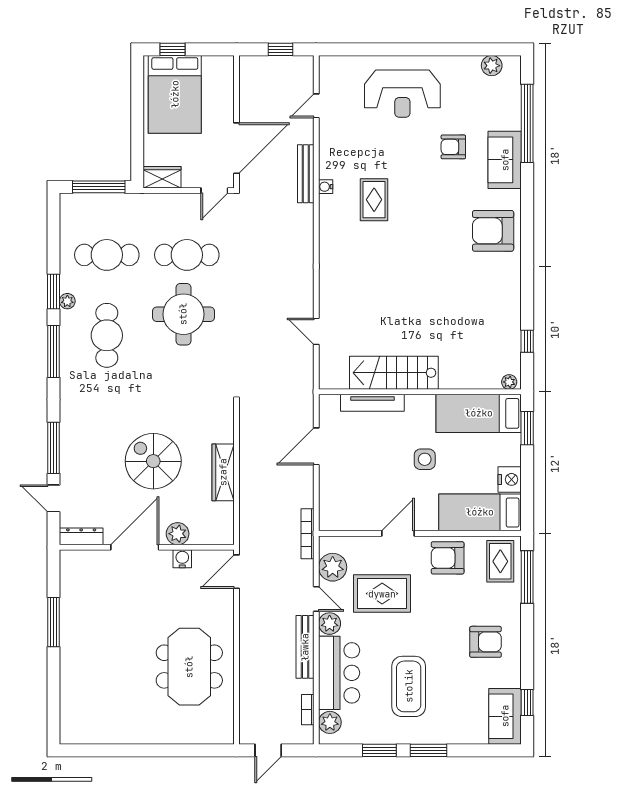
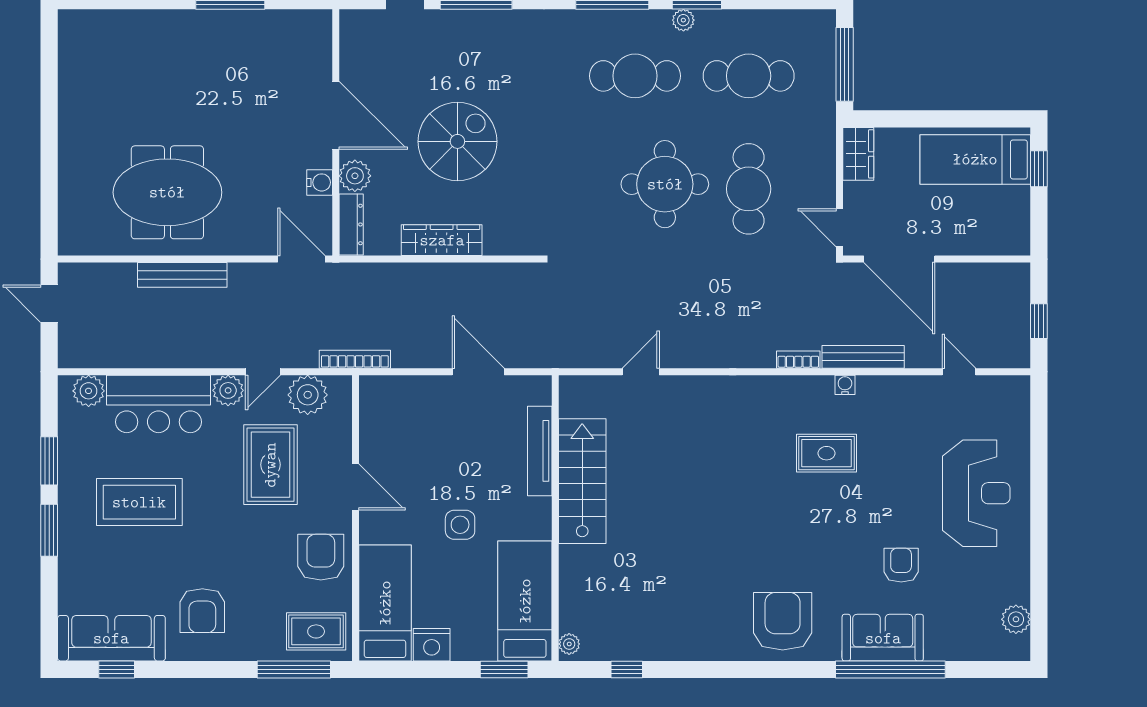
bed: (175, 94) -> (975, 159), width x0.67
reception desk: (402, 94) -> (976, 493), turned 180
window: (527, 123) -> (890, 669), moved
cafe table: (107, 255) -> (749, 76), turned 90
dresser: (81, 536) -> (351, 224), moved
bench: (305, 647) -> (182, 275), moved
bookcase: (308, 710) -> (798, 360), moved
sofa: (505, 716) -> (111, 638), width x1.36

